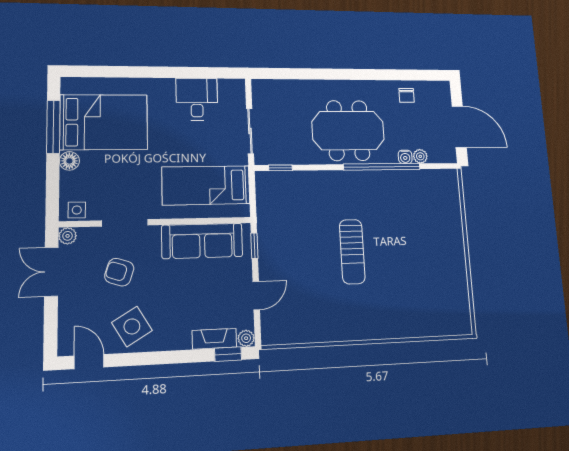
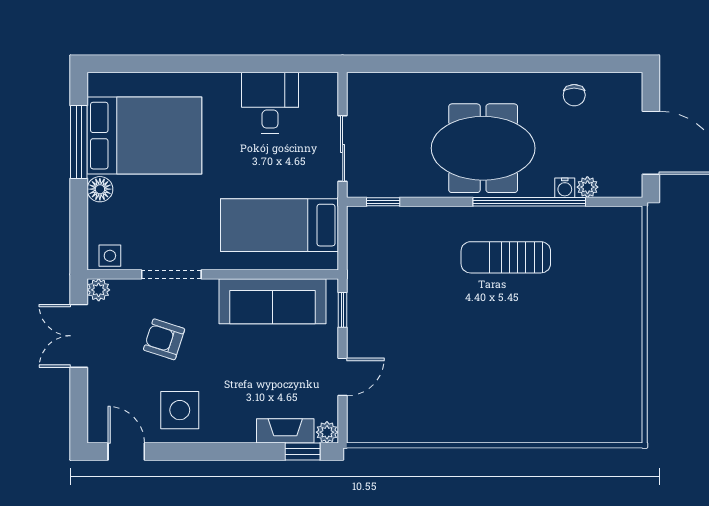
sun lounger: (352, 252) -> (506, 257), moved, turned 90
side table: (132, 326) -> (180, 410), turned 31

